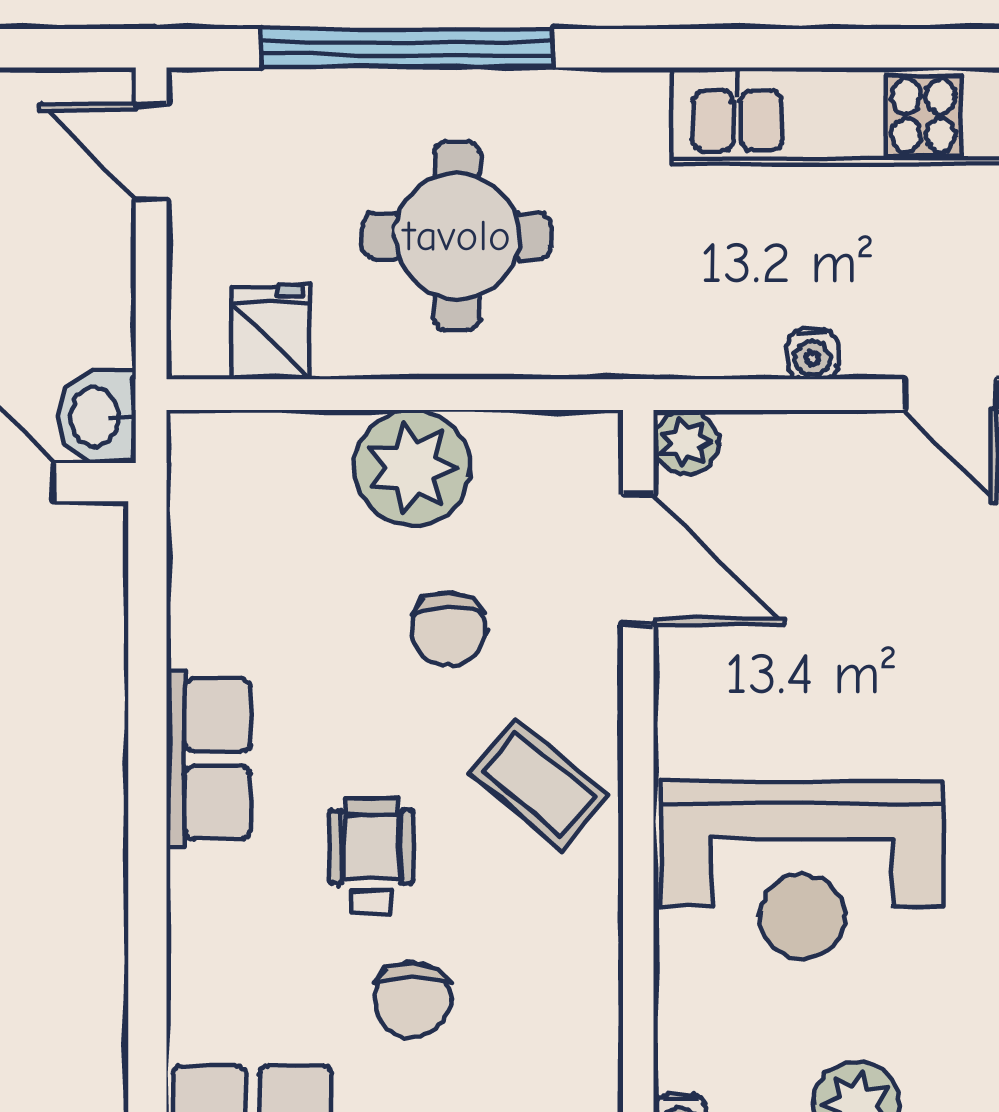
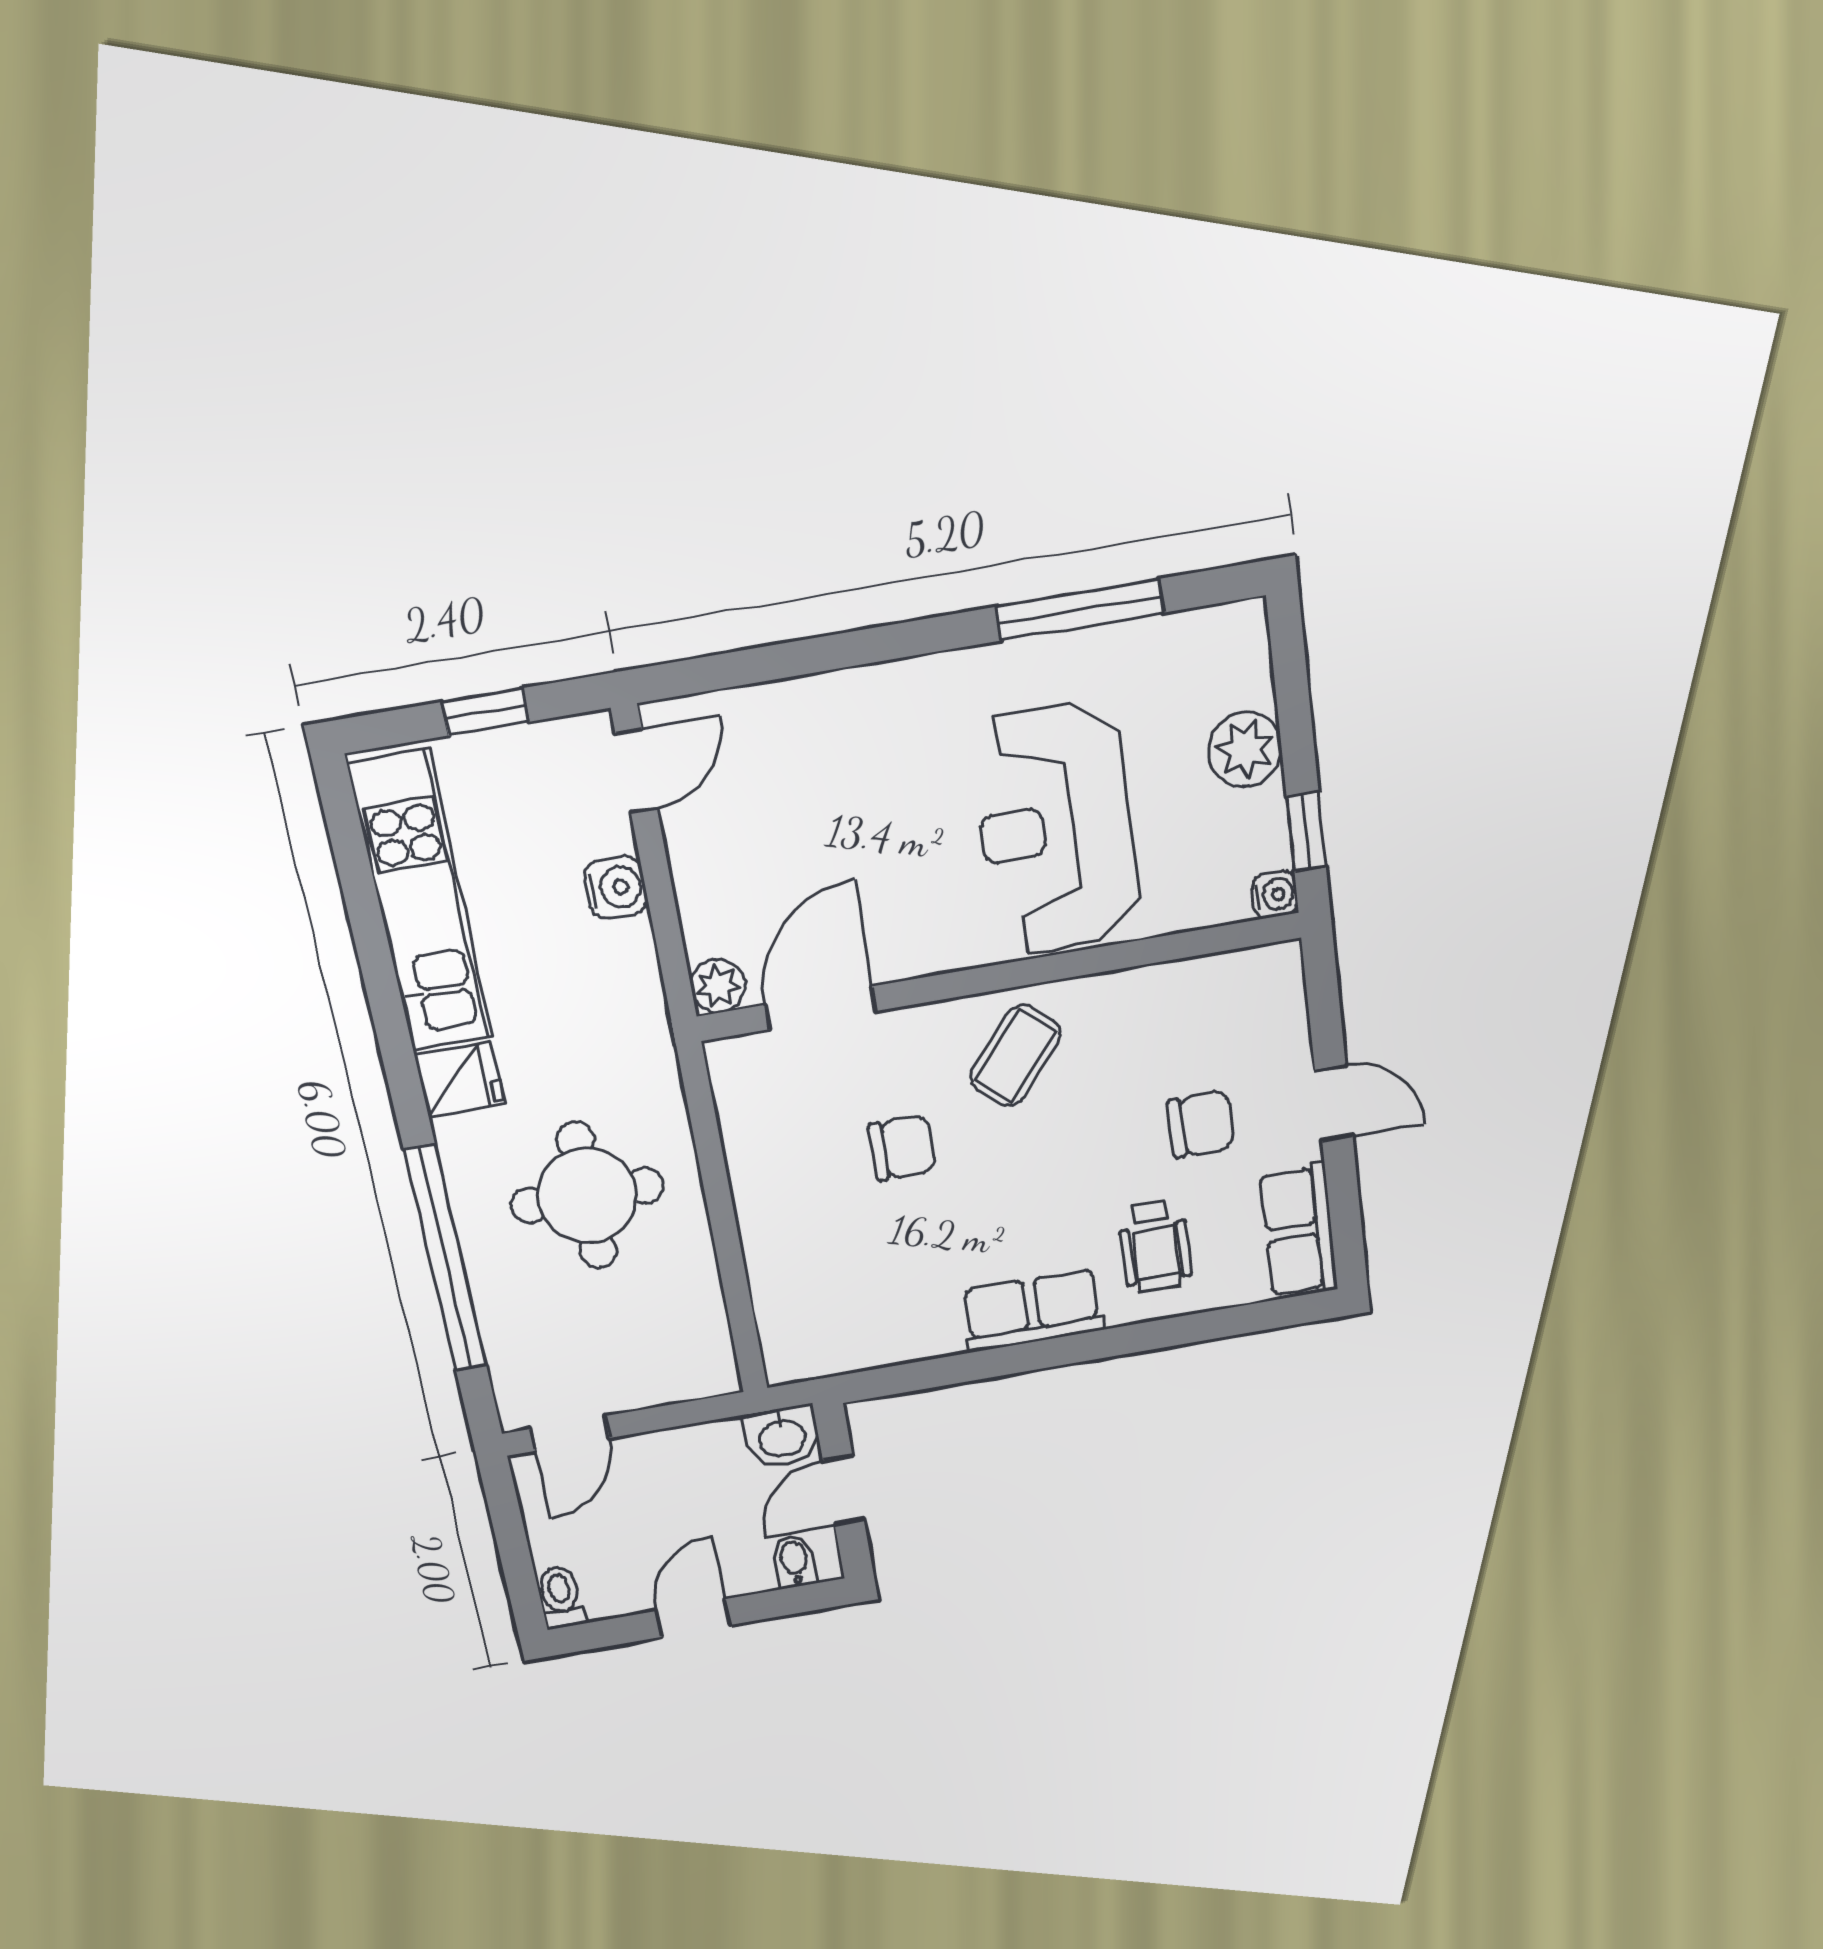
fridge: (270, 332) -> (460, 1080), moved, turned 180
water cooler: (813, 354) -> (616, 888), width x1.38, depth x1.38
plant: (412, 468) -> (779, 1198), removed
wheelchair: (371, 856) -> (1155, 1246), moved, turned -90
reception desk: (803, 871) -> (1056, 829), turned 180

